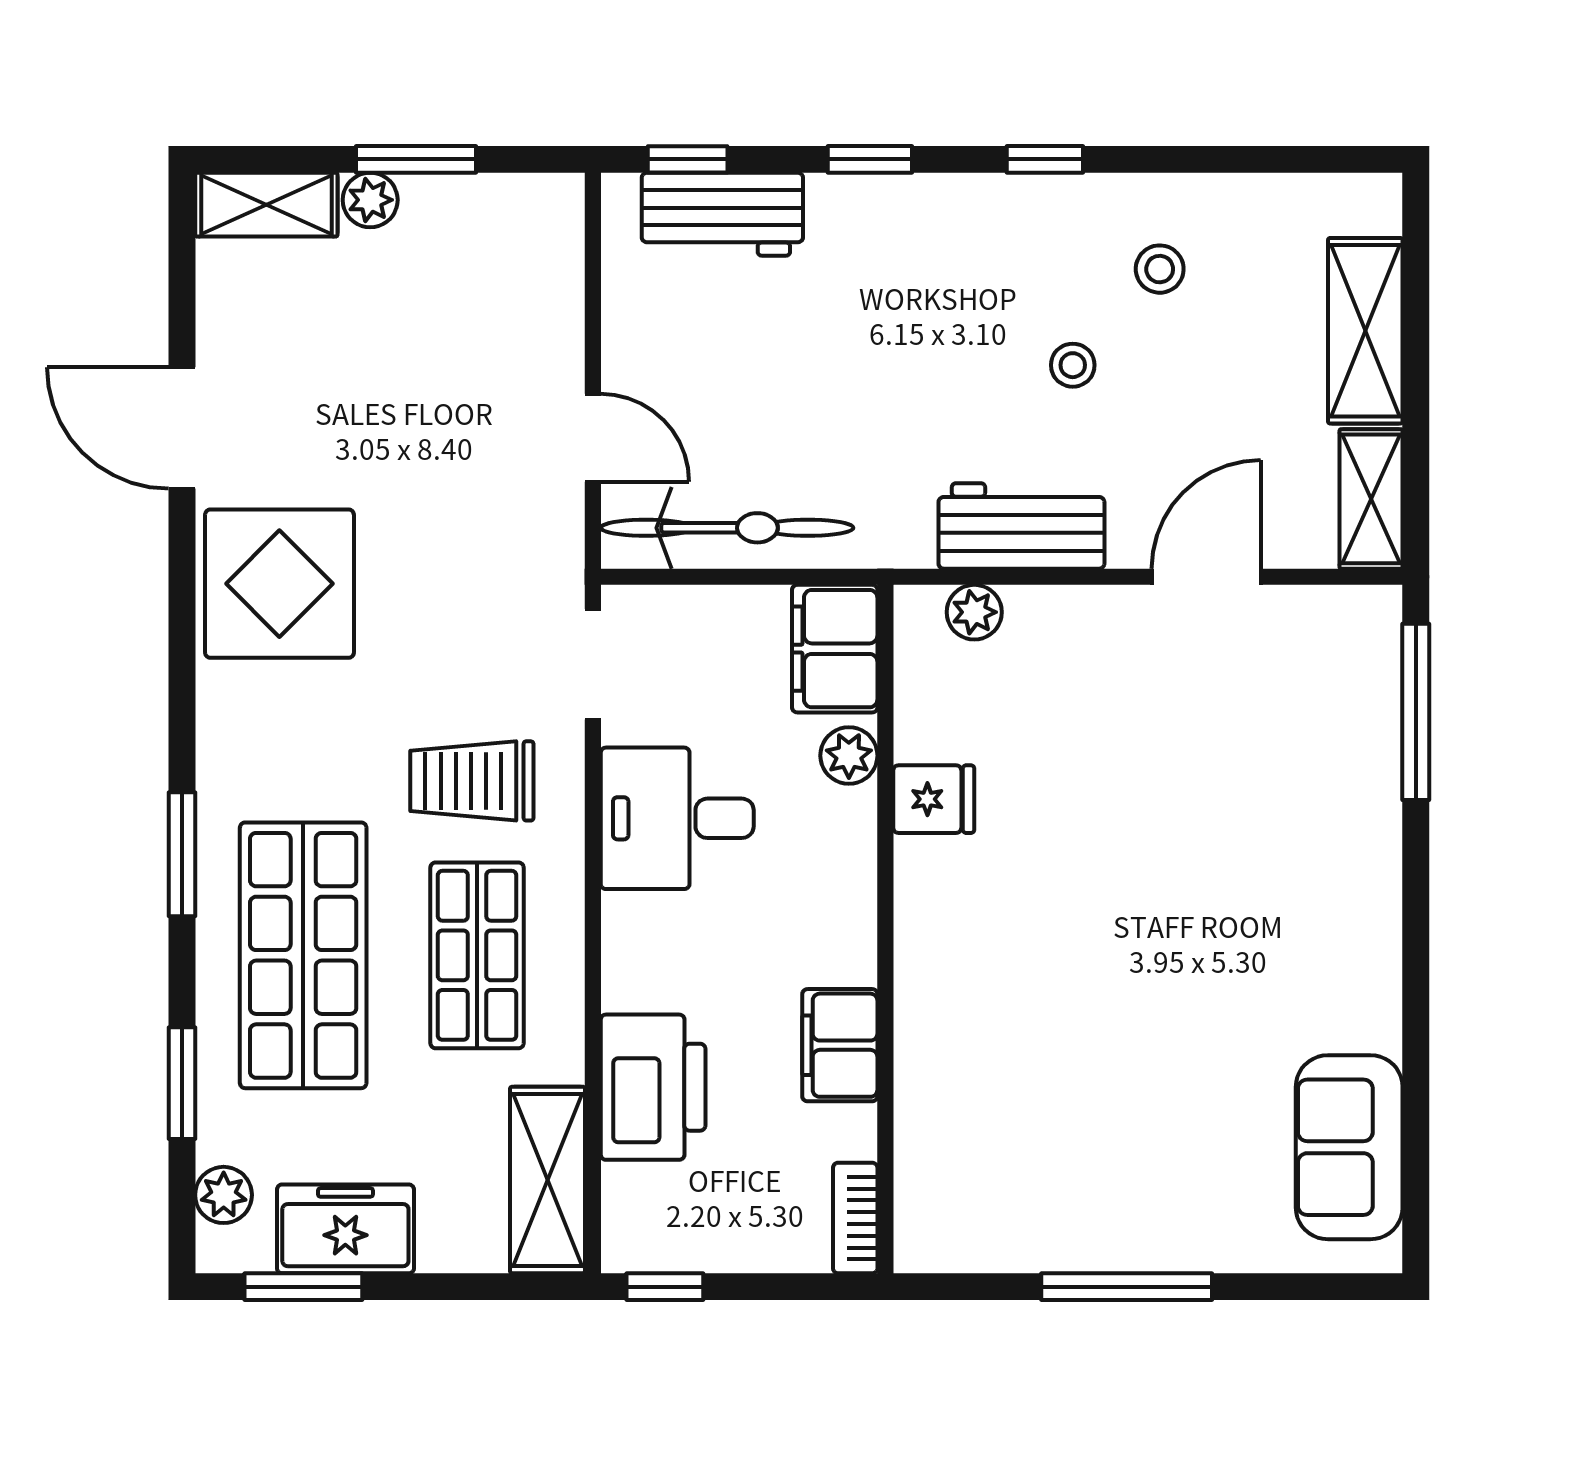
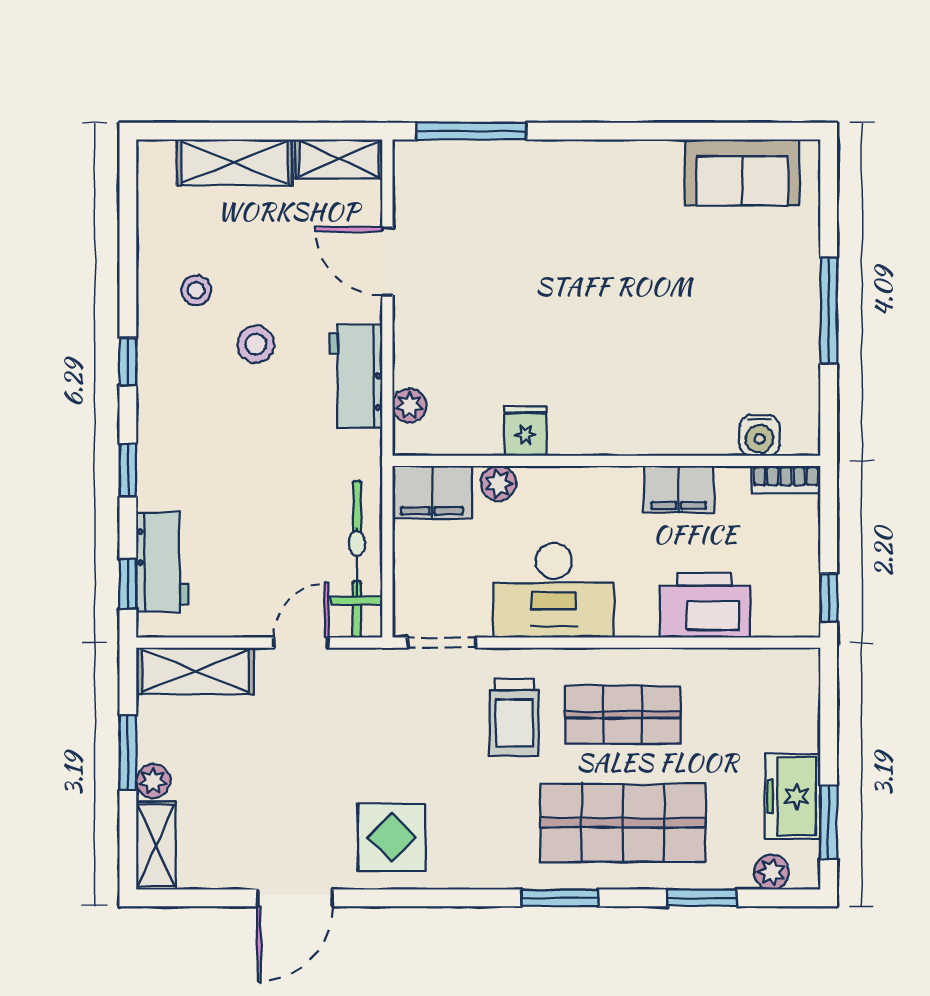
stool: (1073, 365) -> (256, 344), width x1.37, depth x1.37
display table: (279, 584) -> (392, 837), width x0.73, depth x0.73
desk: (677, 818) -> (554, 590), width x1.37
water cooler: (926, 1175) -> (760, 436), added
shelving: (547, 1180) -> (196, 671), moved

